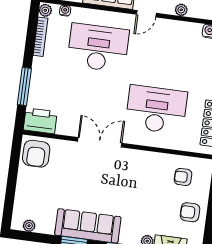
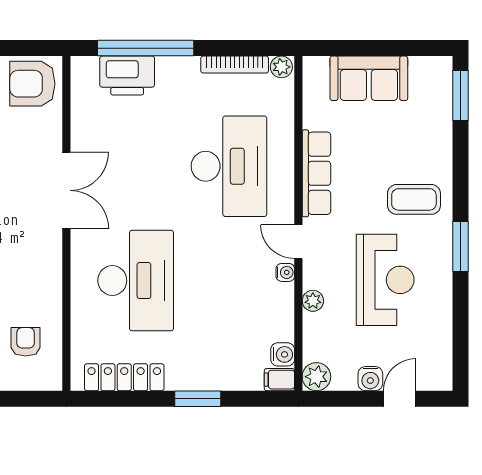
water cooler: (65, 11) -> (285, 272), moved
window: (24, 86) -> (146, 48), width x1.46
printer: (40, 121) -> (127, 76), moved, turned 90

